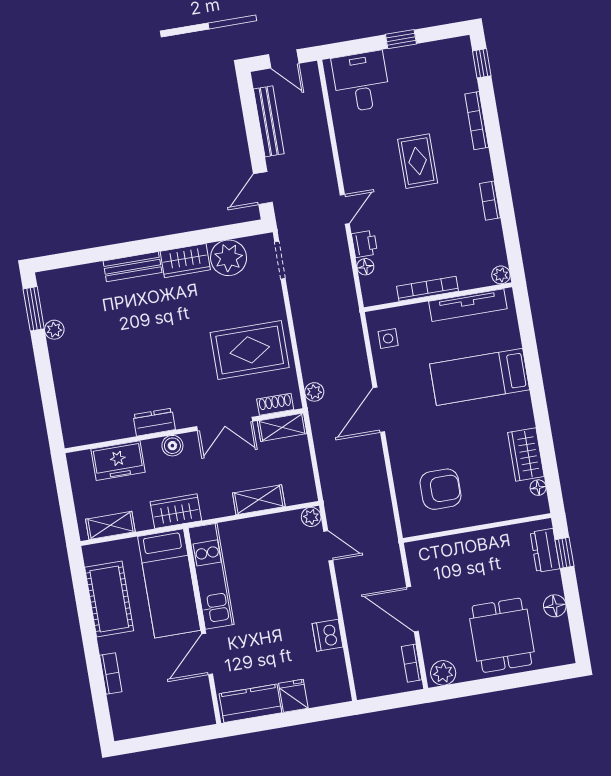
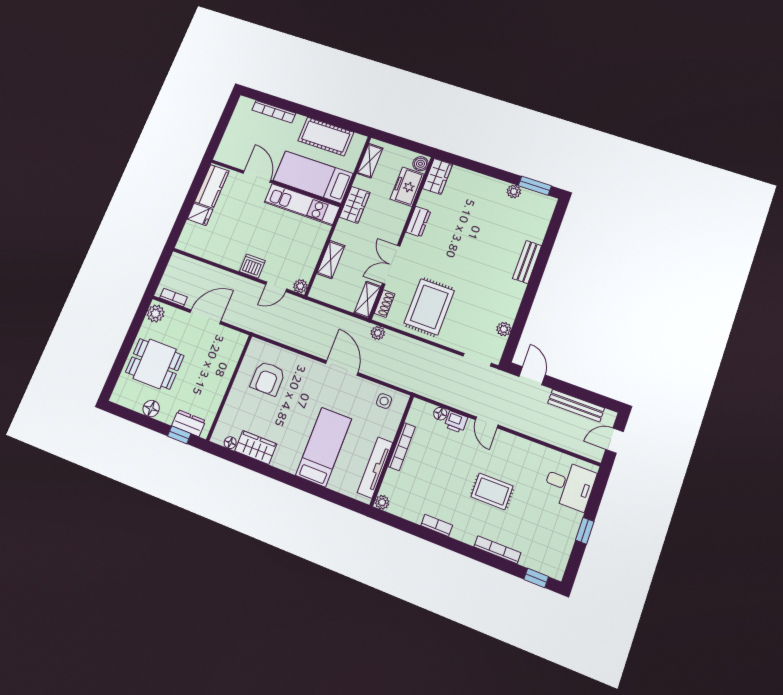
plant: (229, 258) -> (504, 329), width x0.53, depth x0.53
wardrobe: (185, 261) -> (438, 176), moved, turned 180
boiler: (172, 446) -> (420, 164), moved
dishwasher: (328, 635) -> (252, 266), moved
bookcase: (111, 674) -> (274, 112), width x1.56

